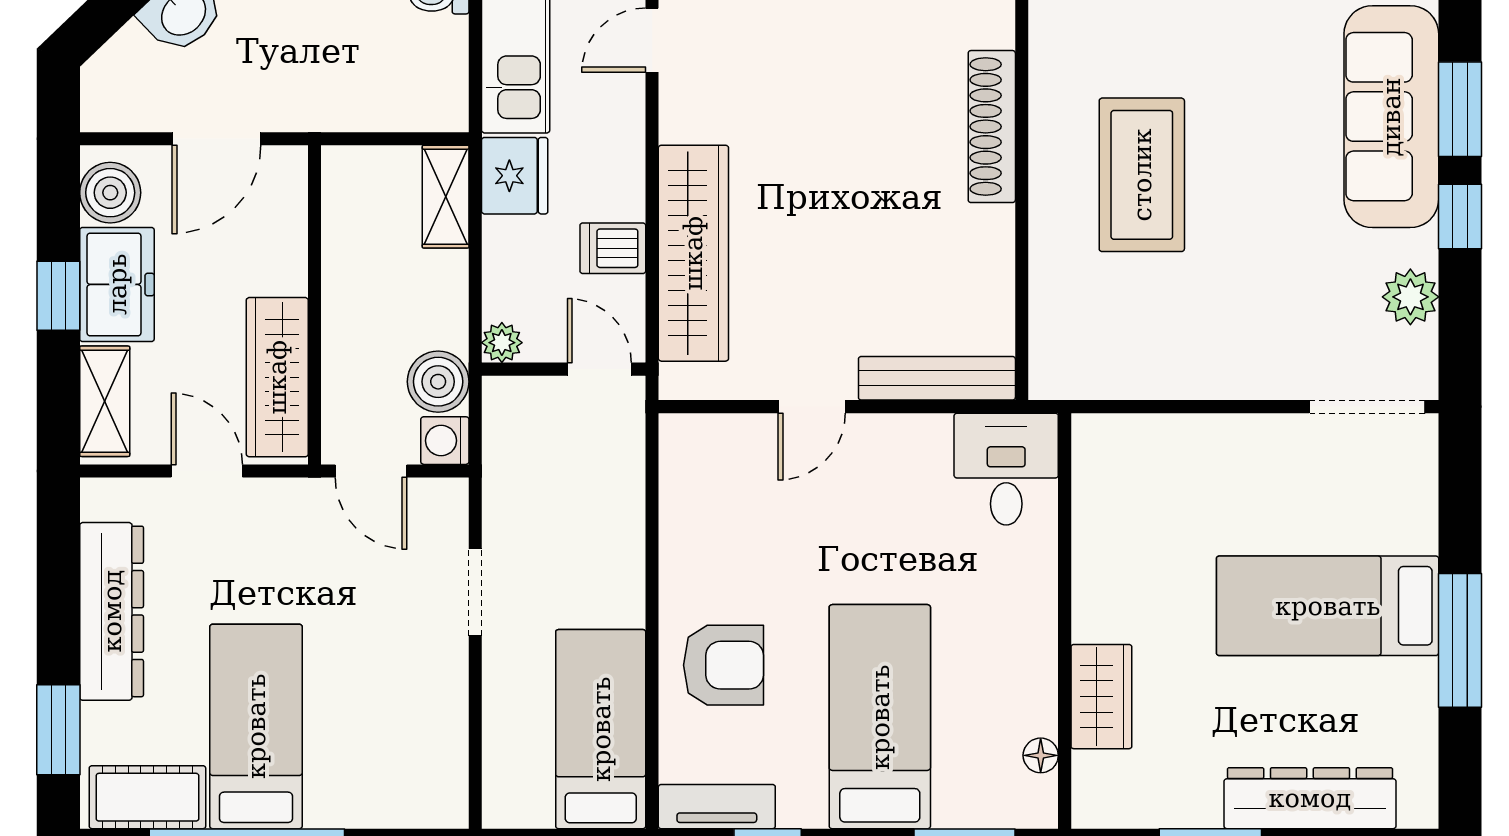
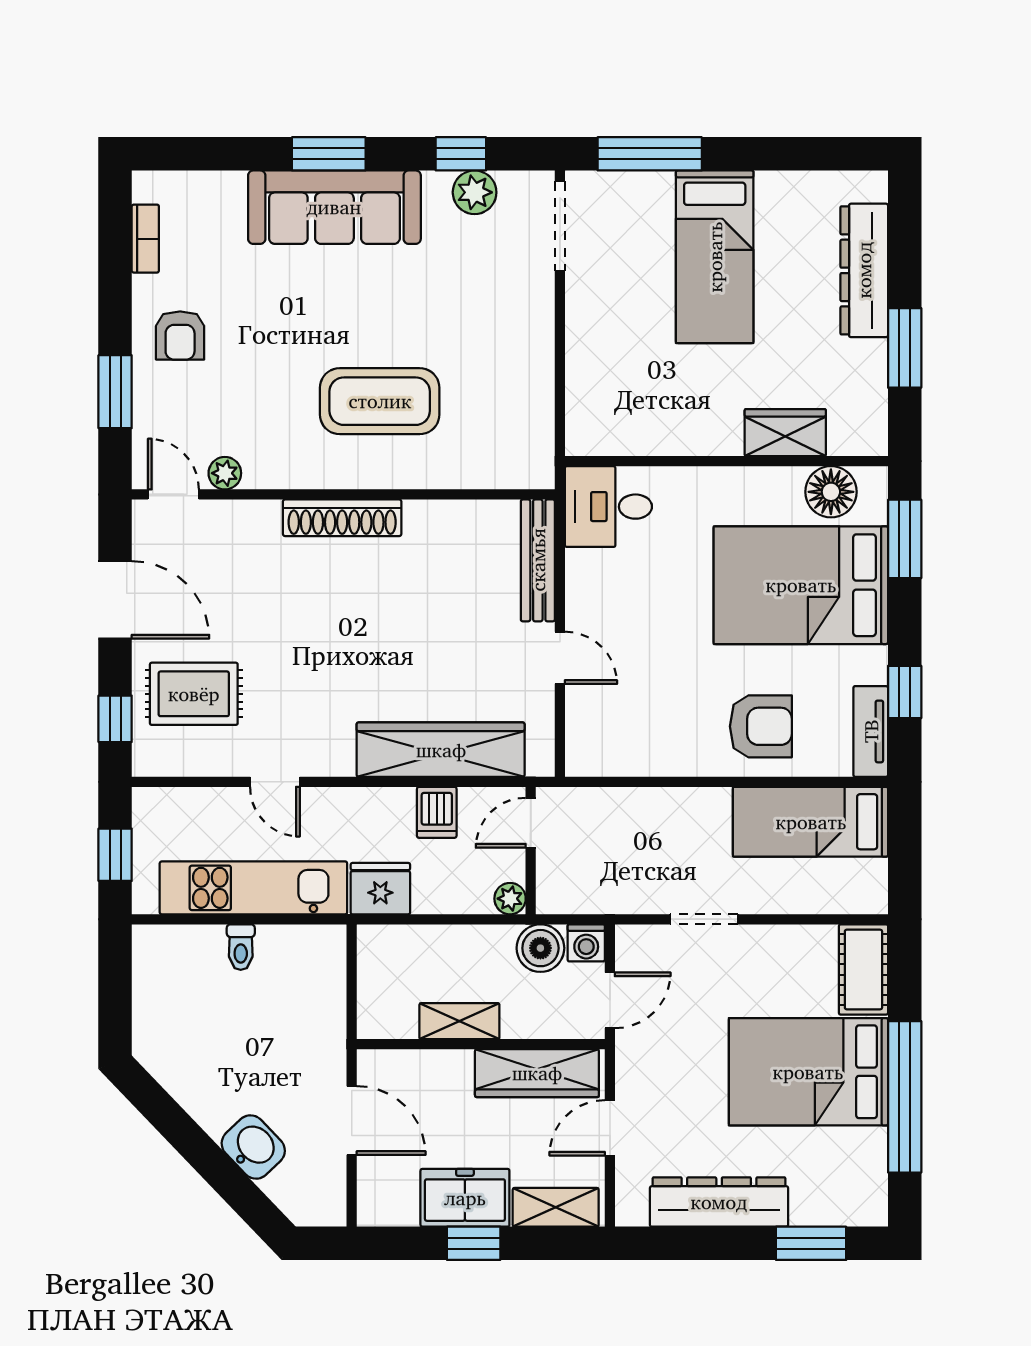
boiler: (110, 193) -> (394, 1203), removed
shelving: (446, 197) -> (459, 1021), moved
window: (1460, 217) -> (461, 154), moved
window: (1460, 640) -> (650, 154), moved
armchair: (723, 665) -> (761, 726), turned 90
bed: (880, 717) -> (801, 585), width x1.50
bed: (256, 726) -> (808, 1072), width x1.50
floor lamp: (1041, 755) -> (831, 492), width x1.89, depth x1.89
cot: (147, 797) -> (863, 969), moved

